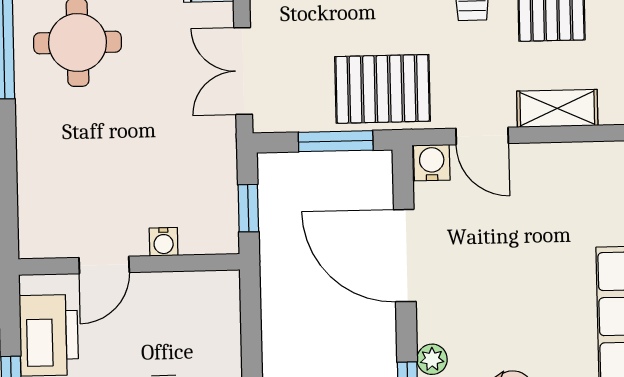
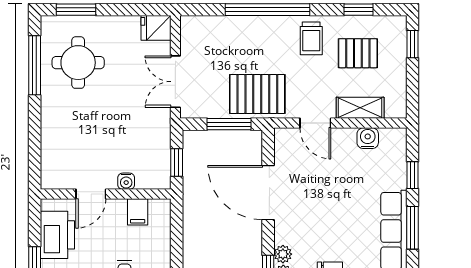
water cooler: (432, 163) -> (368, 138), moved
filing cabinet: (184, 293) -> (138, 212), added

